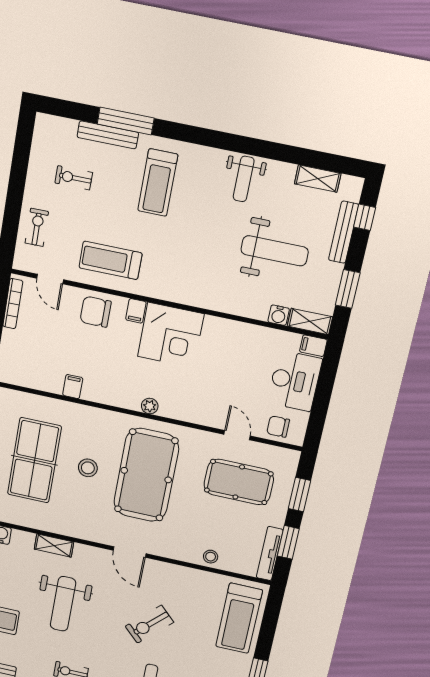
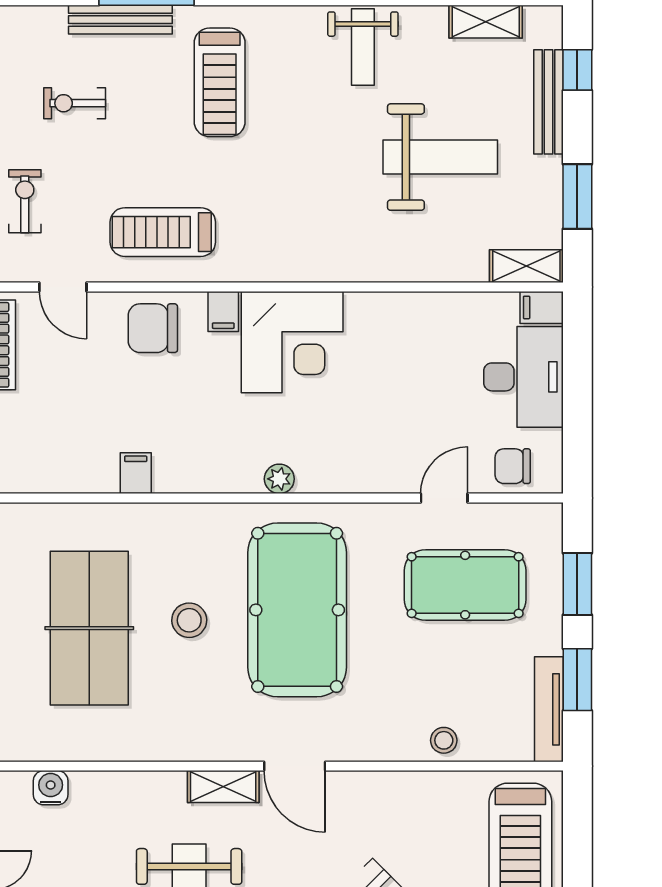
water cooler: (279, 315) -> (471, 267), removed
door: (237, 435) -> (444, 498), hinge flipped
shelving: (54, 546) -> (223, 787), moved

